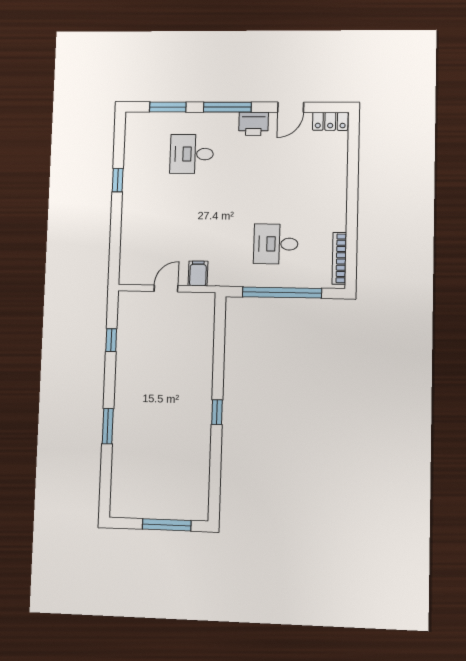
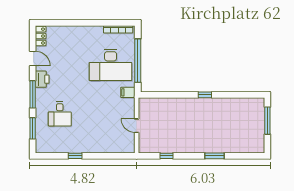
desk: (276, 244) -> (111, 65), width x1.87, depth x1.30
filing cabinet: (198, 274) -> (128, 92), moved

